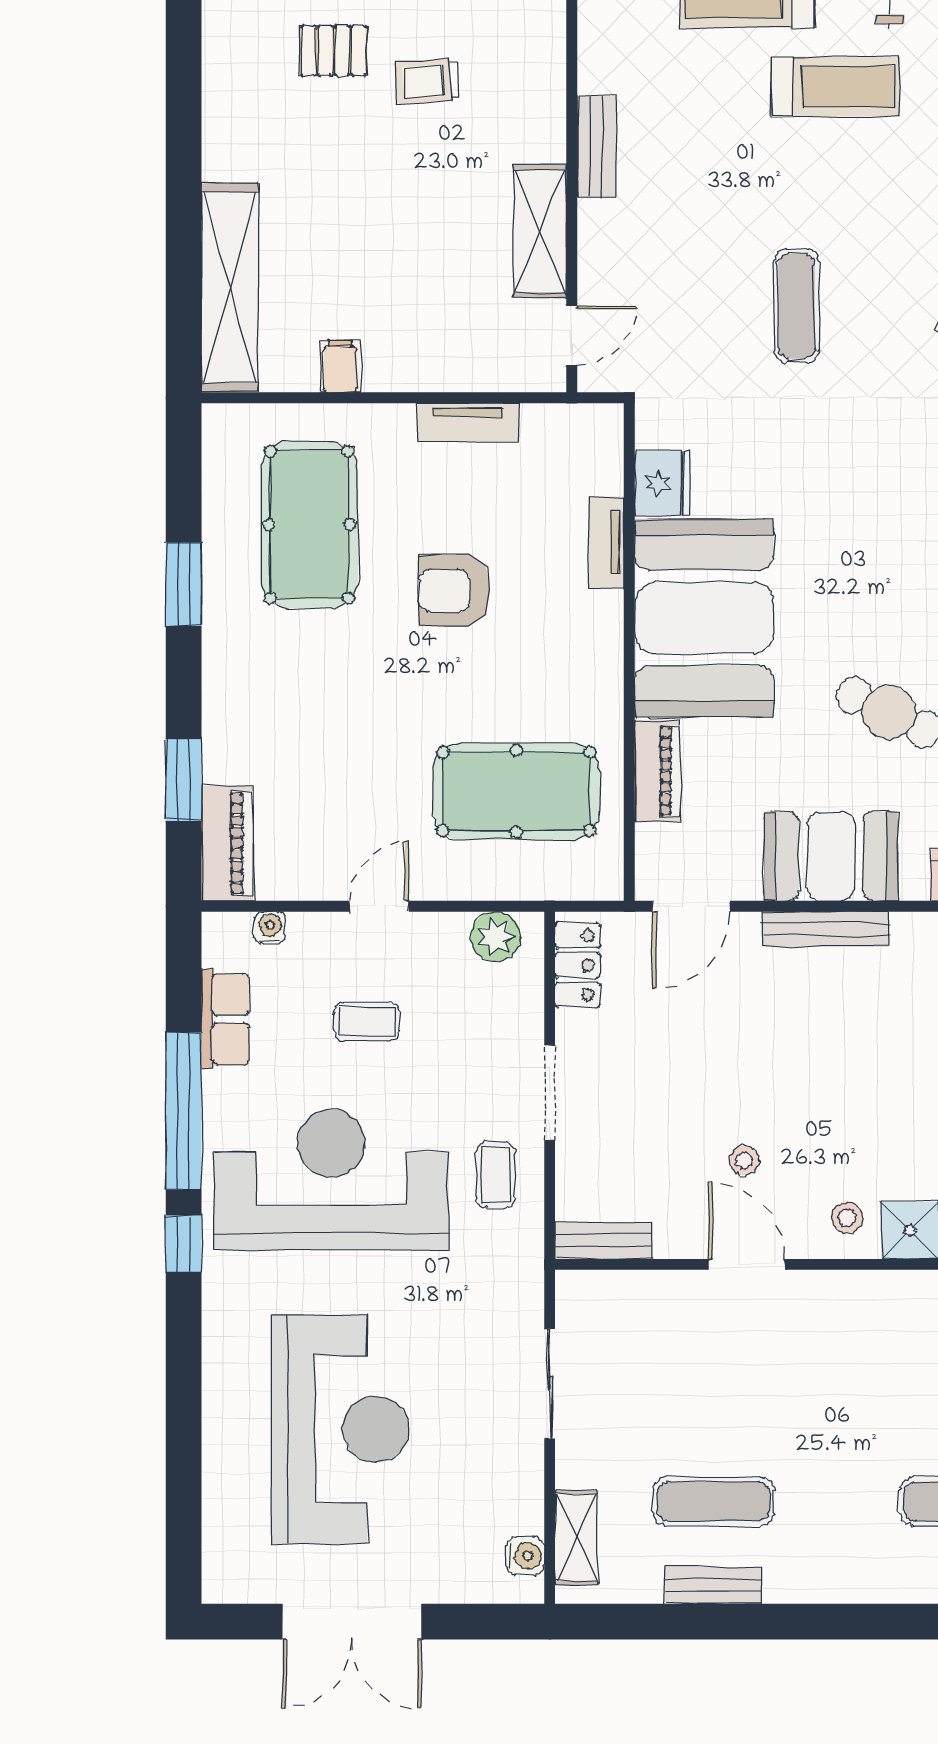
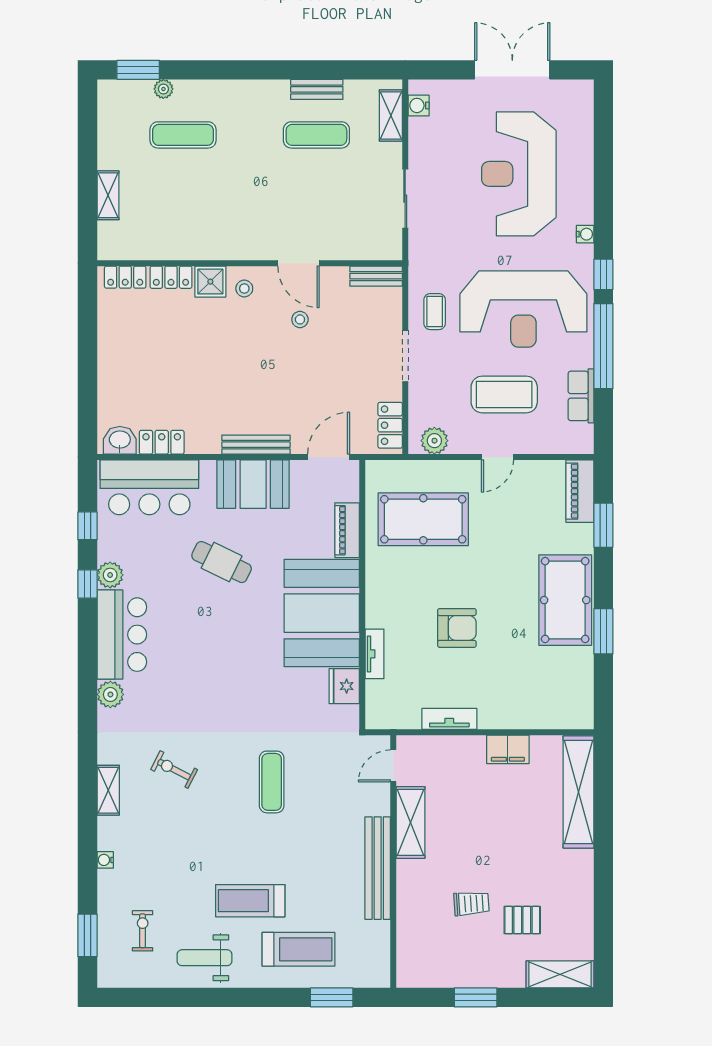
bench: (597, 147) -> (378, 868), width x1.86, depth x1.21
filing cabinet: (340, 366) -> (508, 749), width x2.00
pool table: (309, 525) -> (565, 600), moved
water cooler: (270, 928) -> (585, 234), moved, turned -90
coffee table: (367, 1022) -> (504, 394), width x1.86, depth x1.72

